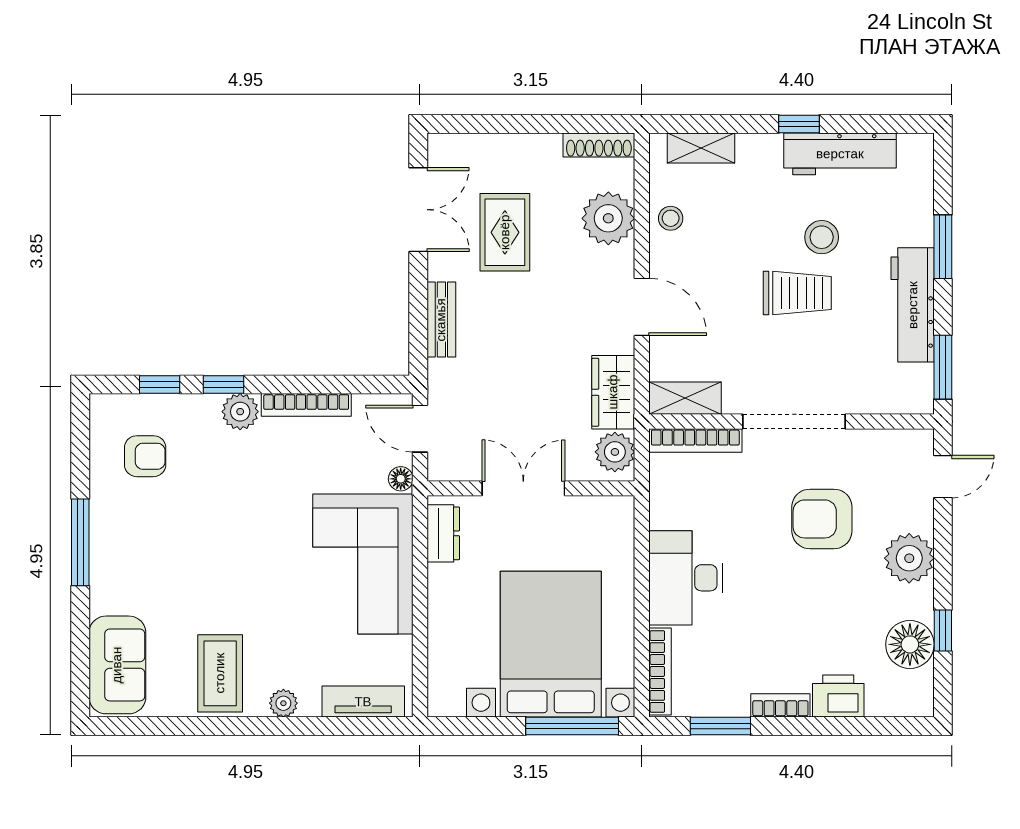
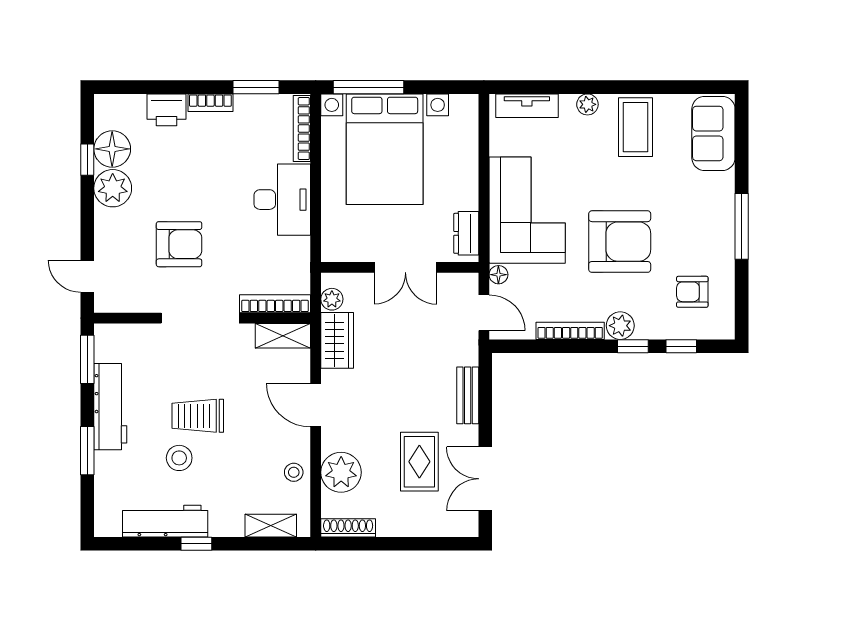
plant: (615, 452) -> (332, 299), width x0.73, depth x0.73
door: (943, 477) -> (87, 276), hinge flipped
armchair: (241, 522) -> (620, 242), added
plant: (909, 558) -> (113, 188), moved

